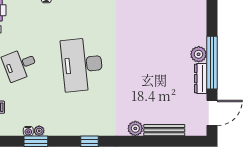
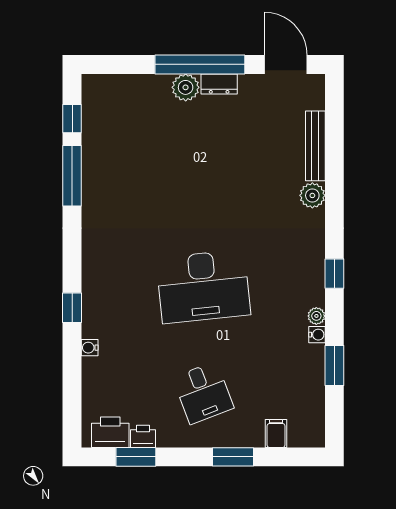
dresser: (201, 79) -> (219, 84), width x0.70
water cooler: (28, 131) -> (317, 335), moved
plant: (39, 131) -> (316, 316), moved

